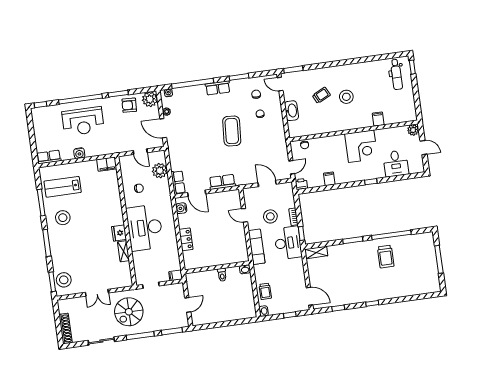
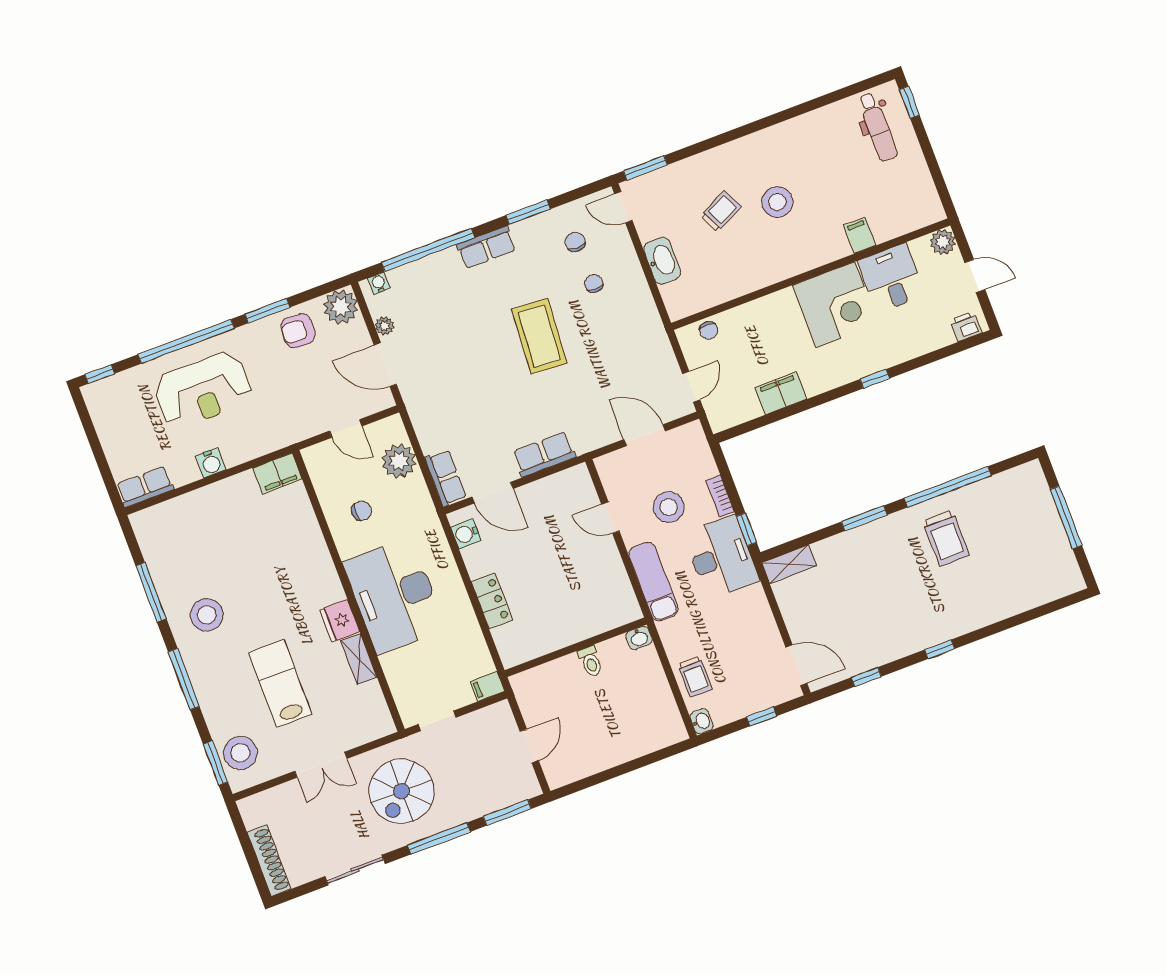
desk: (396, 163) -> (891, 278), moved, turned 180
filing cabinet: (329, 179) -> (781, 393), width x2.00
printer: (301, 184) -> (966, 327), moved
lab bench: (63, 187) -> (280, 683), moved, turned 90

